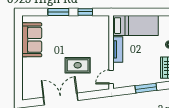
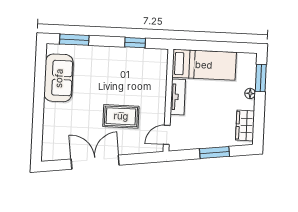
window: (58, 12) -> (74, 40), moved

